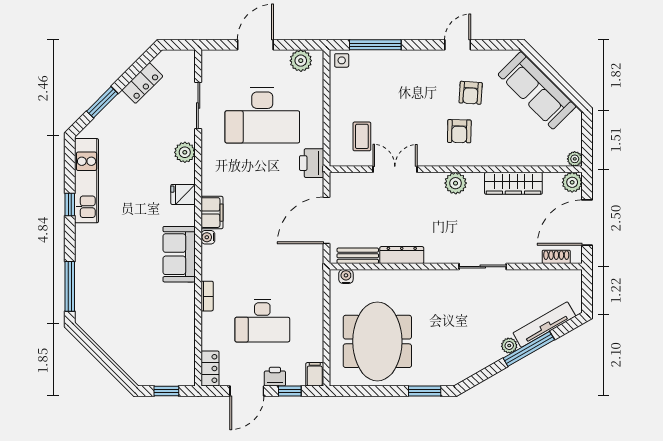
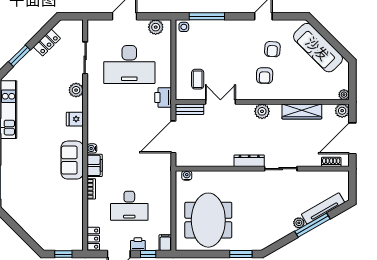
filing cabinet: (212, 213) -> (95, 165), moved
dresser: (402, 255) -> (249, 161), moved
bench: (358, 256) -> (190, 109), moved

